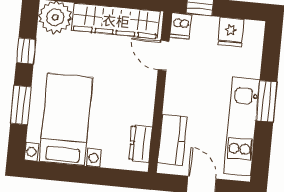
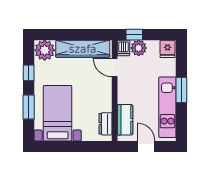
plant: (205, 28) -> (139, 48), added
fridge: (231, 32) -> (168, 49), moved

